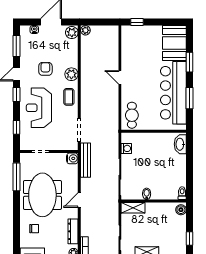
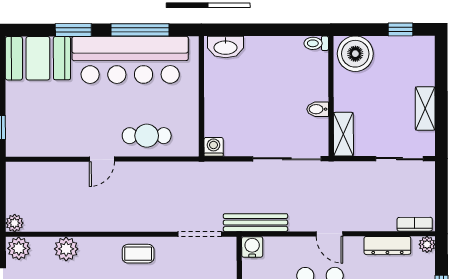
plant: (71, 74) -> (66, 249), moved
window: (189, 98) -> (140, 30), width x1.44
cafe table: (132, 115) -> (147, 136), moved
washing machine: (126, 148) -> (214, 147), moved
boiler: (181, 210) -> (355, 54), width x1.86, depth x1.86

